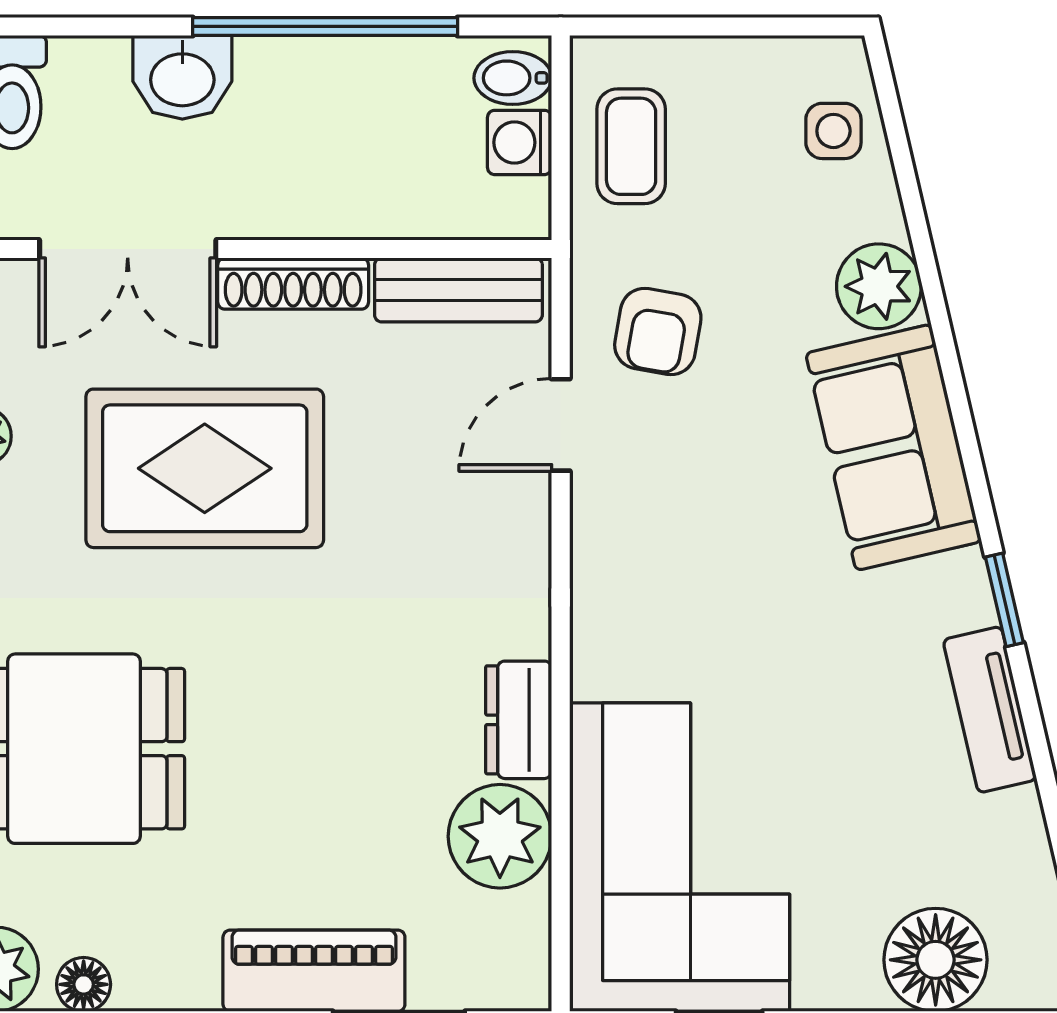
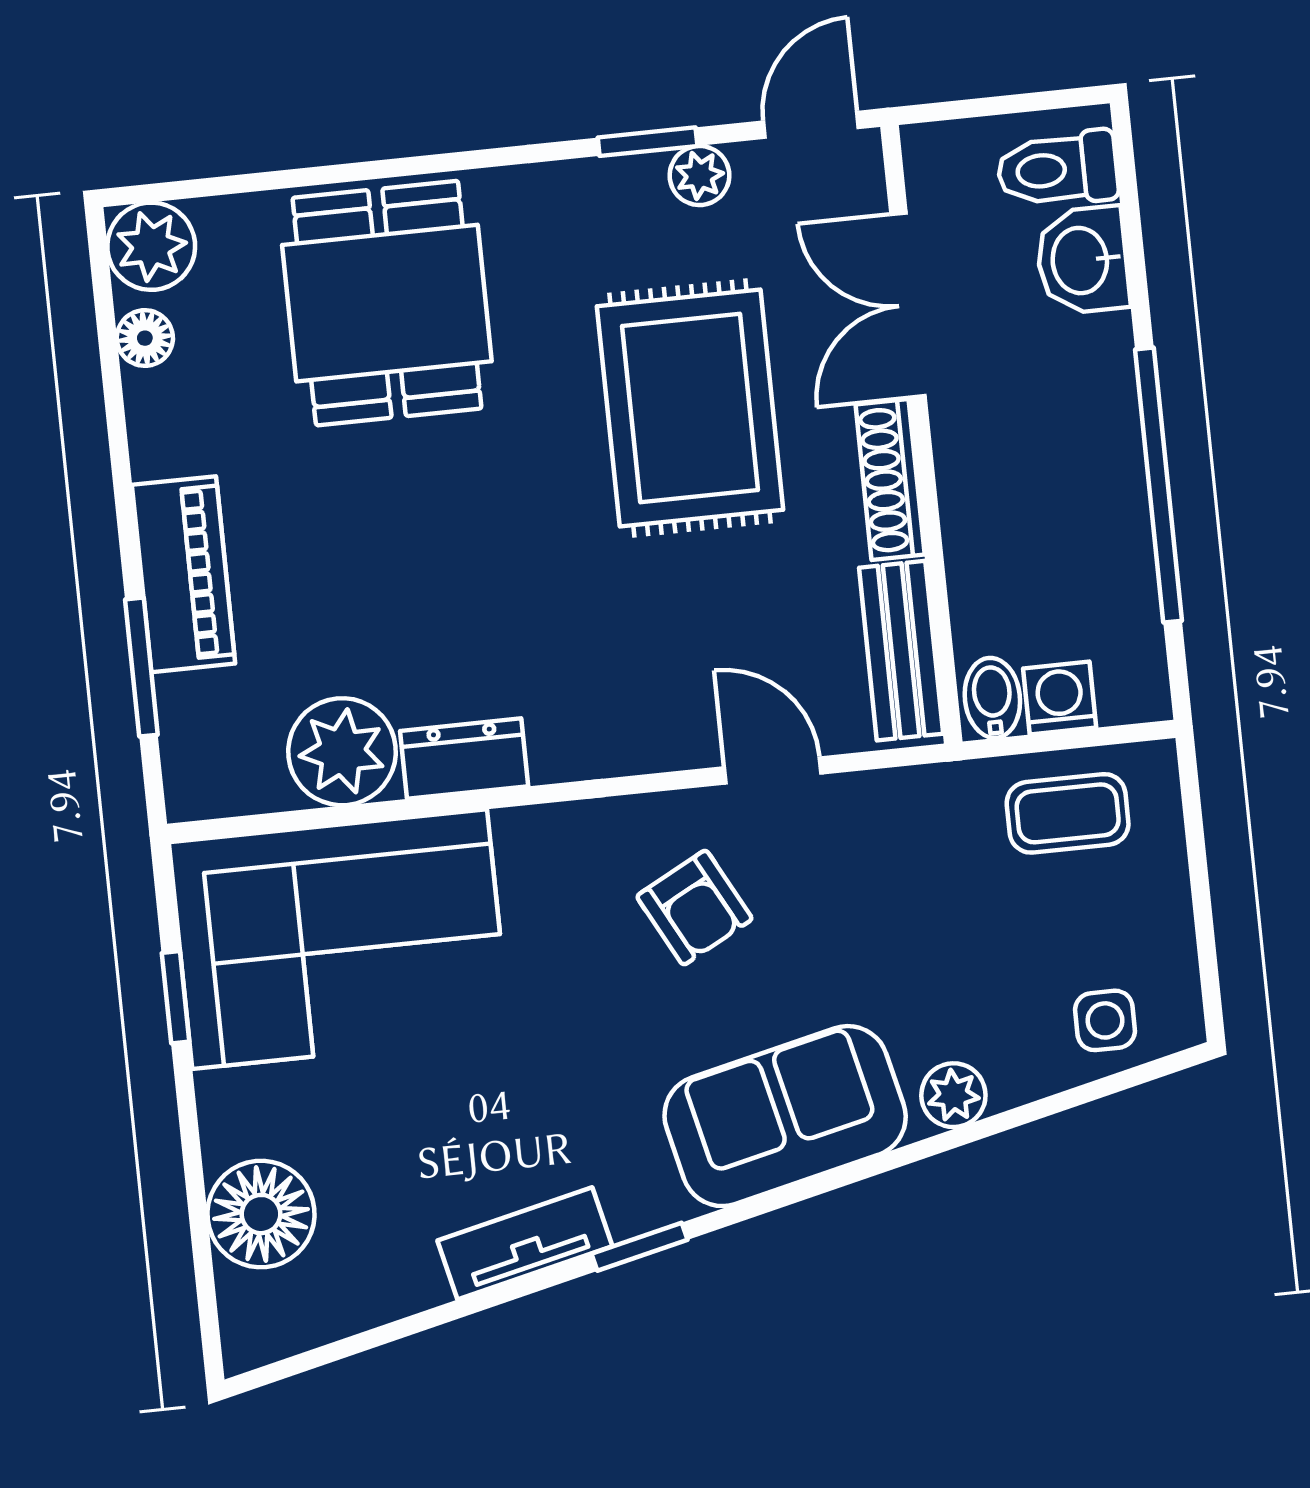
washbasin: (182, 77) -> (1082, 260), moved
bidet: (513, 78) -> (992, 698), moved
plant: (879, 286) -> (953, 1095), width x0.73, depth x0.73
armchair: (658, 332) -> (694, 908), moved, turned -128

